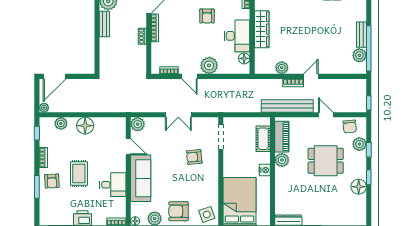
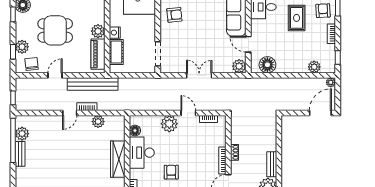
window: (369, 103) -> (13, 98), moved
door: (326, 115) -> (55, 75), swing flipped
floor lamp: (85, 126) -> (267, 65), moved
window: (369, 150) -> (13, 52), moved
armchair: (194, 157) -> (174, 15), moved
nightstand: (265, 170) -> (115, 33), moved

